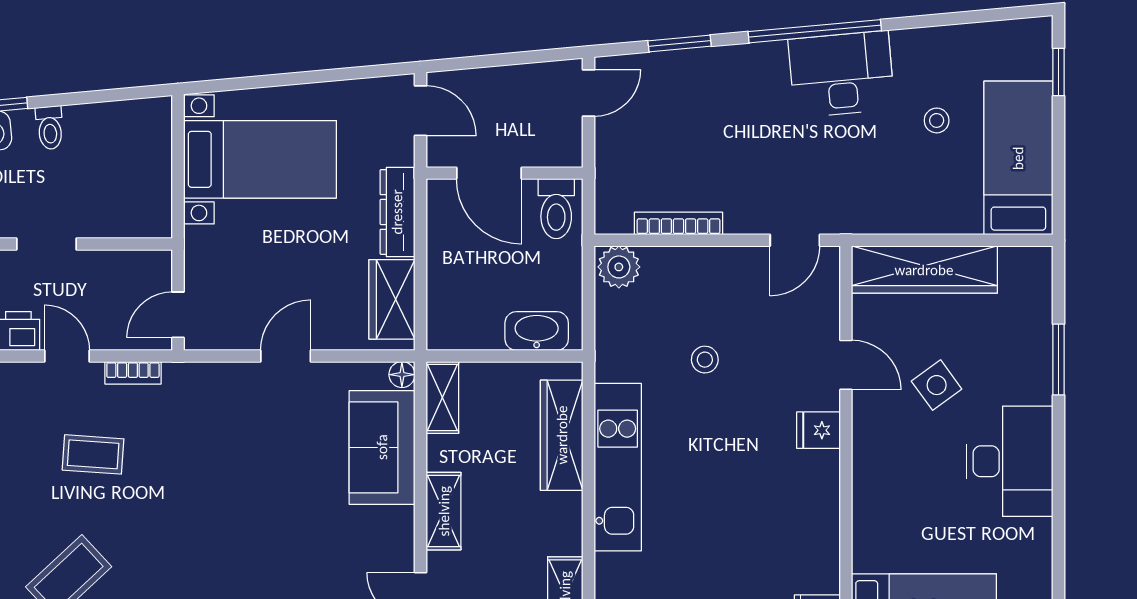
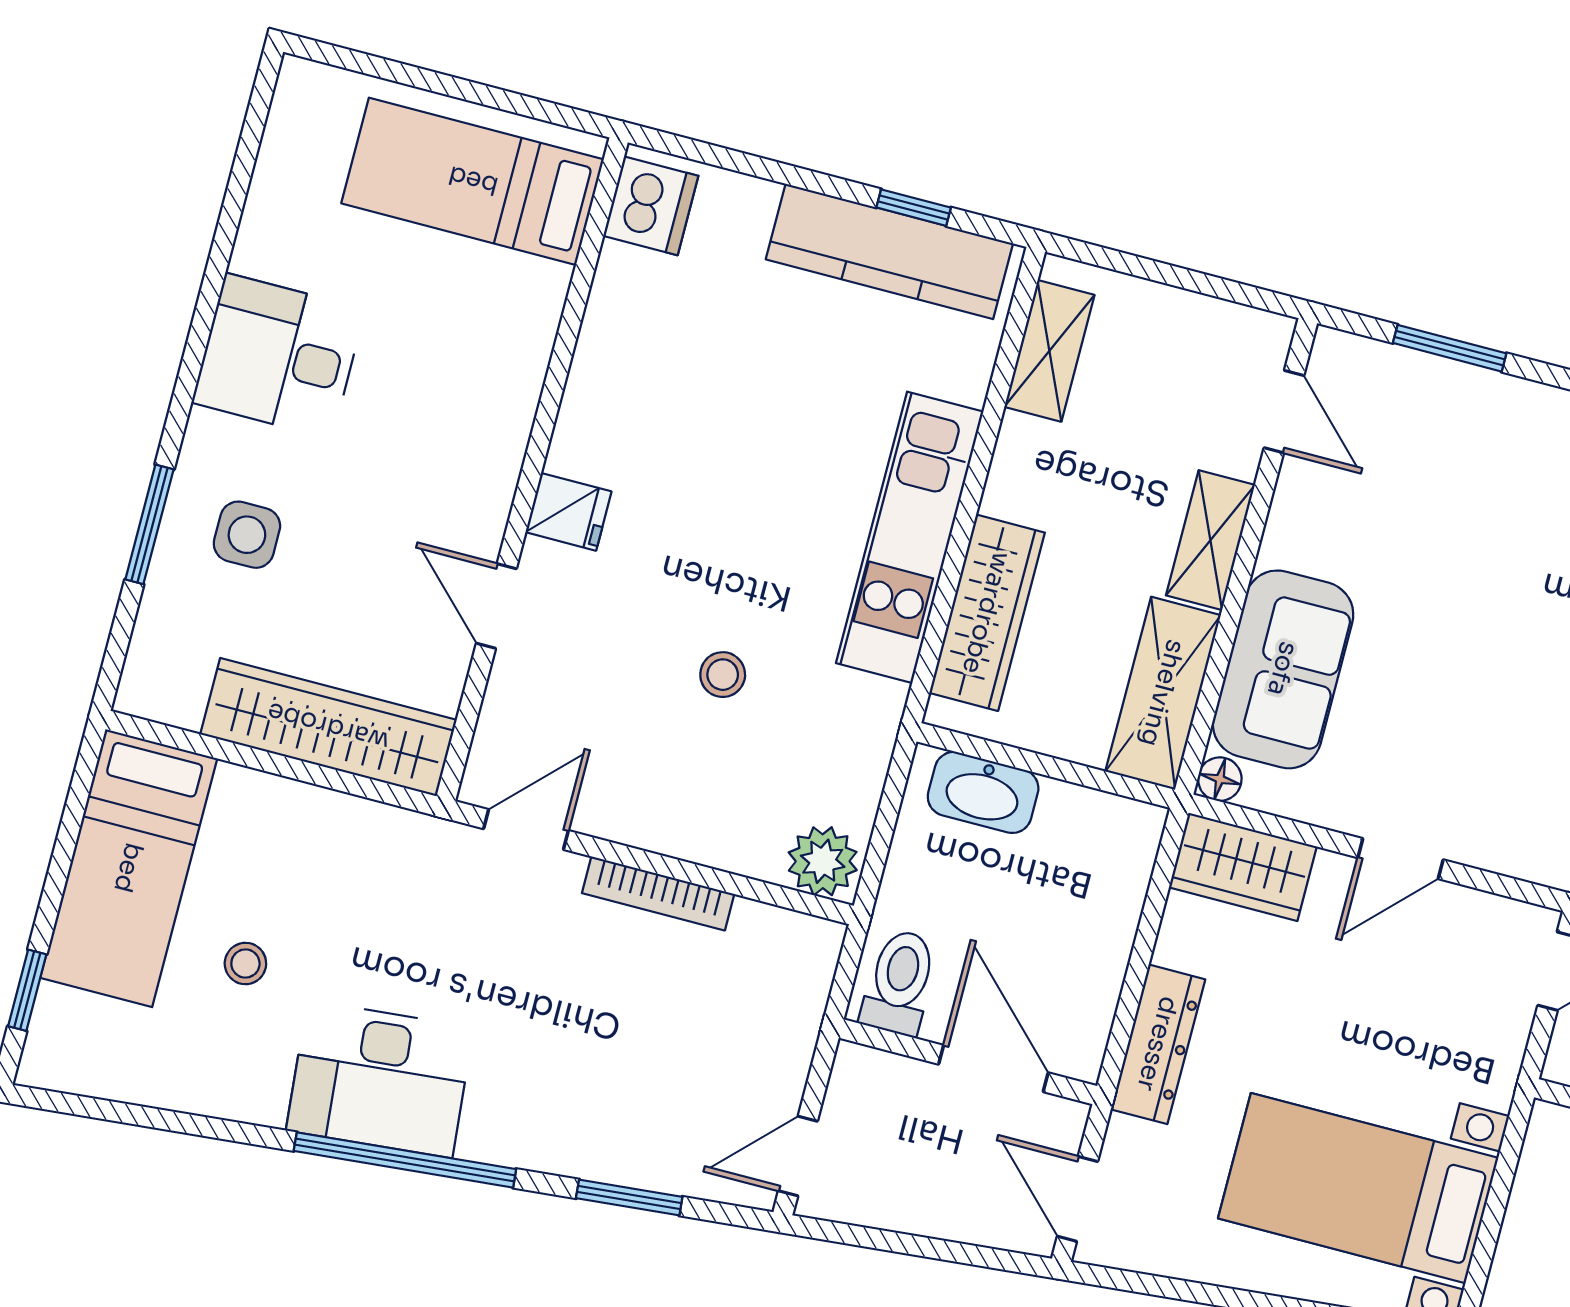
bookcase: (678, 223) -> (658, 893), moved
wardrobe: (392, 299) -> (1243, 867), moved, turned 90
side table: (937, 385) -> (247, 535), moved, turned 36
shelving: (442, 397) -> (1163, 693), width x1.50, depth x1.33
desk: (1010, 461) -> (278, 356), width x0.73

